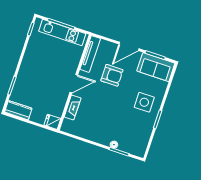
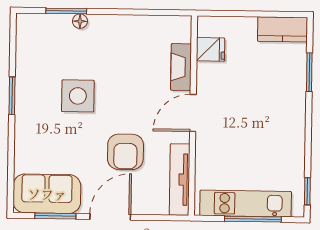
armchair: (112, 75) -> (125, 152), turned -90
side table: (144, 102) -> (78, 96), moved
fridge: (52, 122) -> (211, 49), moved

